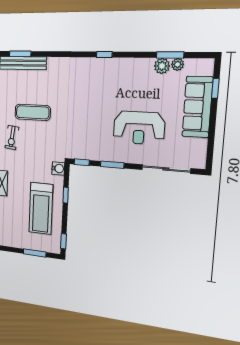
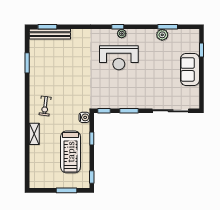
plant: (178, 64) -> (122, 34), moved
sofa: (197, 107) -> (190, 69), width x0.73
exercise mat: (33, 112) -> (60, 73), removed
reception desk: (139, 128) -> (119, 58), moved
exercise bike: (12, 138) -> (45, 106), moved

